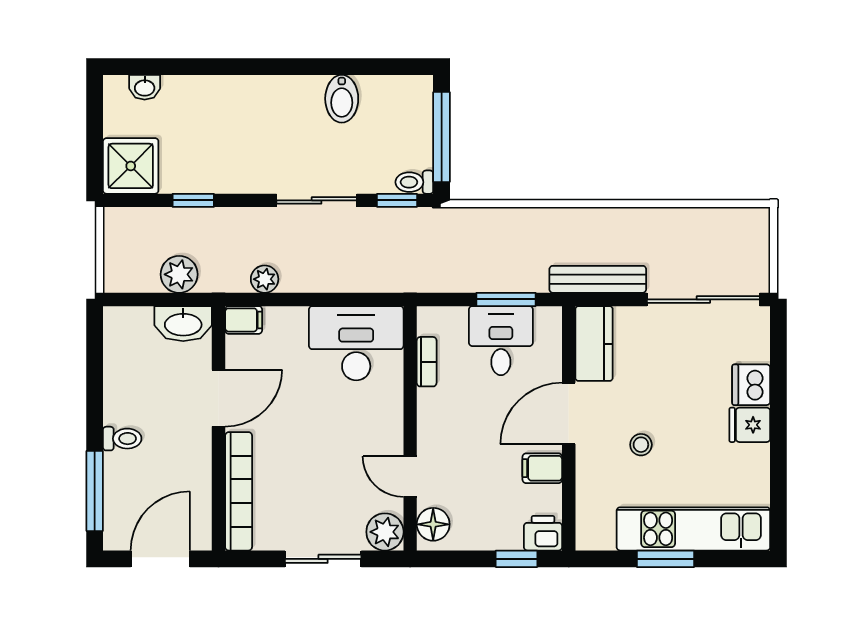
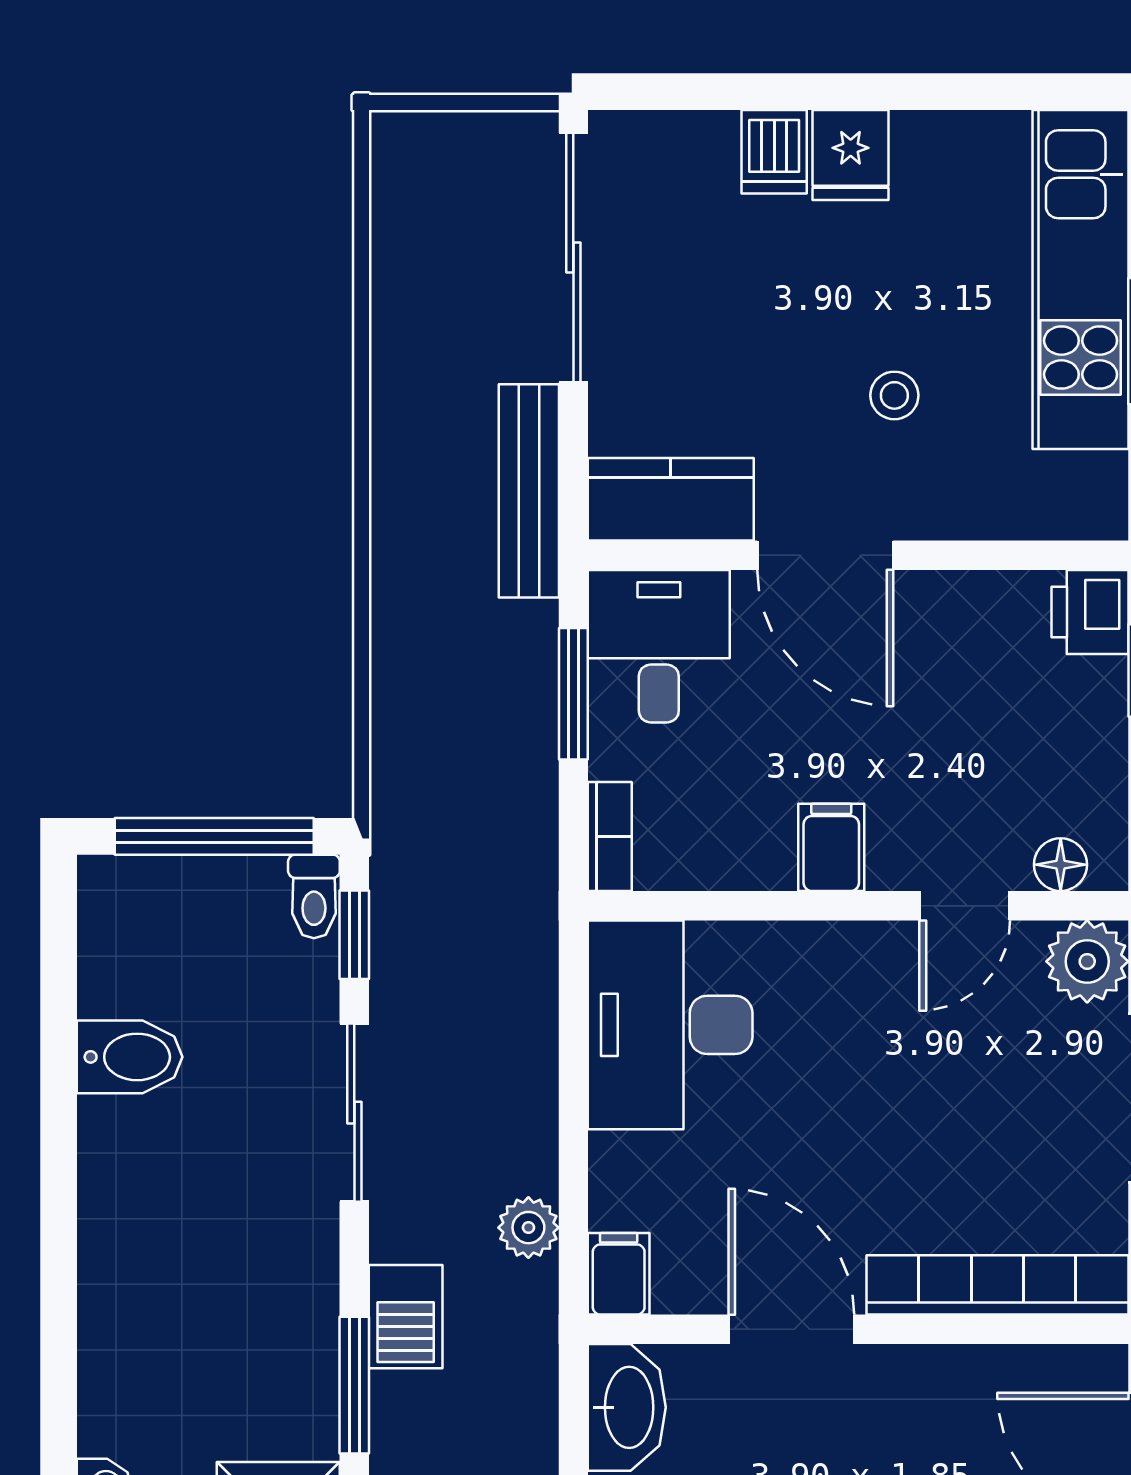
window: (193, 200) -> (354, 1385), width x1.50
barbecue: (224, 224) -> (406, 1317), added
plant: (179, 274) -> (518, 1416), removed
desk: (501, 341) -> (659, 646), moved, turned 90
bookcase: (427, 362) -> (610, 836), moved, turned 90
dishwasher: (751, 385) -> (774, 152), width x0.73
filing cabinet: (542, 468) -> (831, 847), moved, turned 180
floor lamp: (433, 524) -> (1061, 865), width x0.73, depth x0.73

